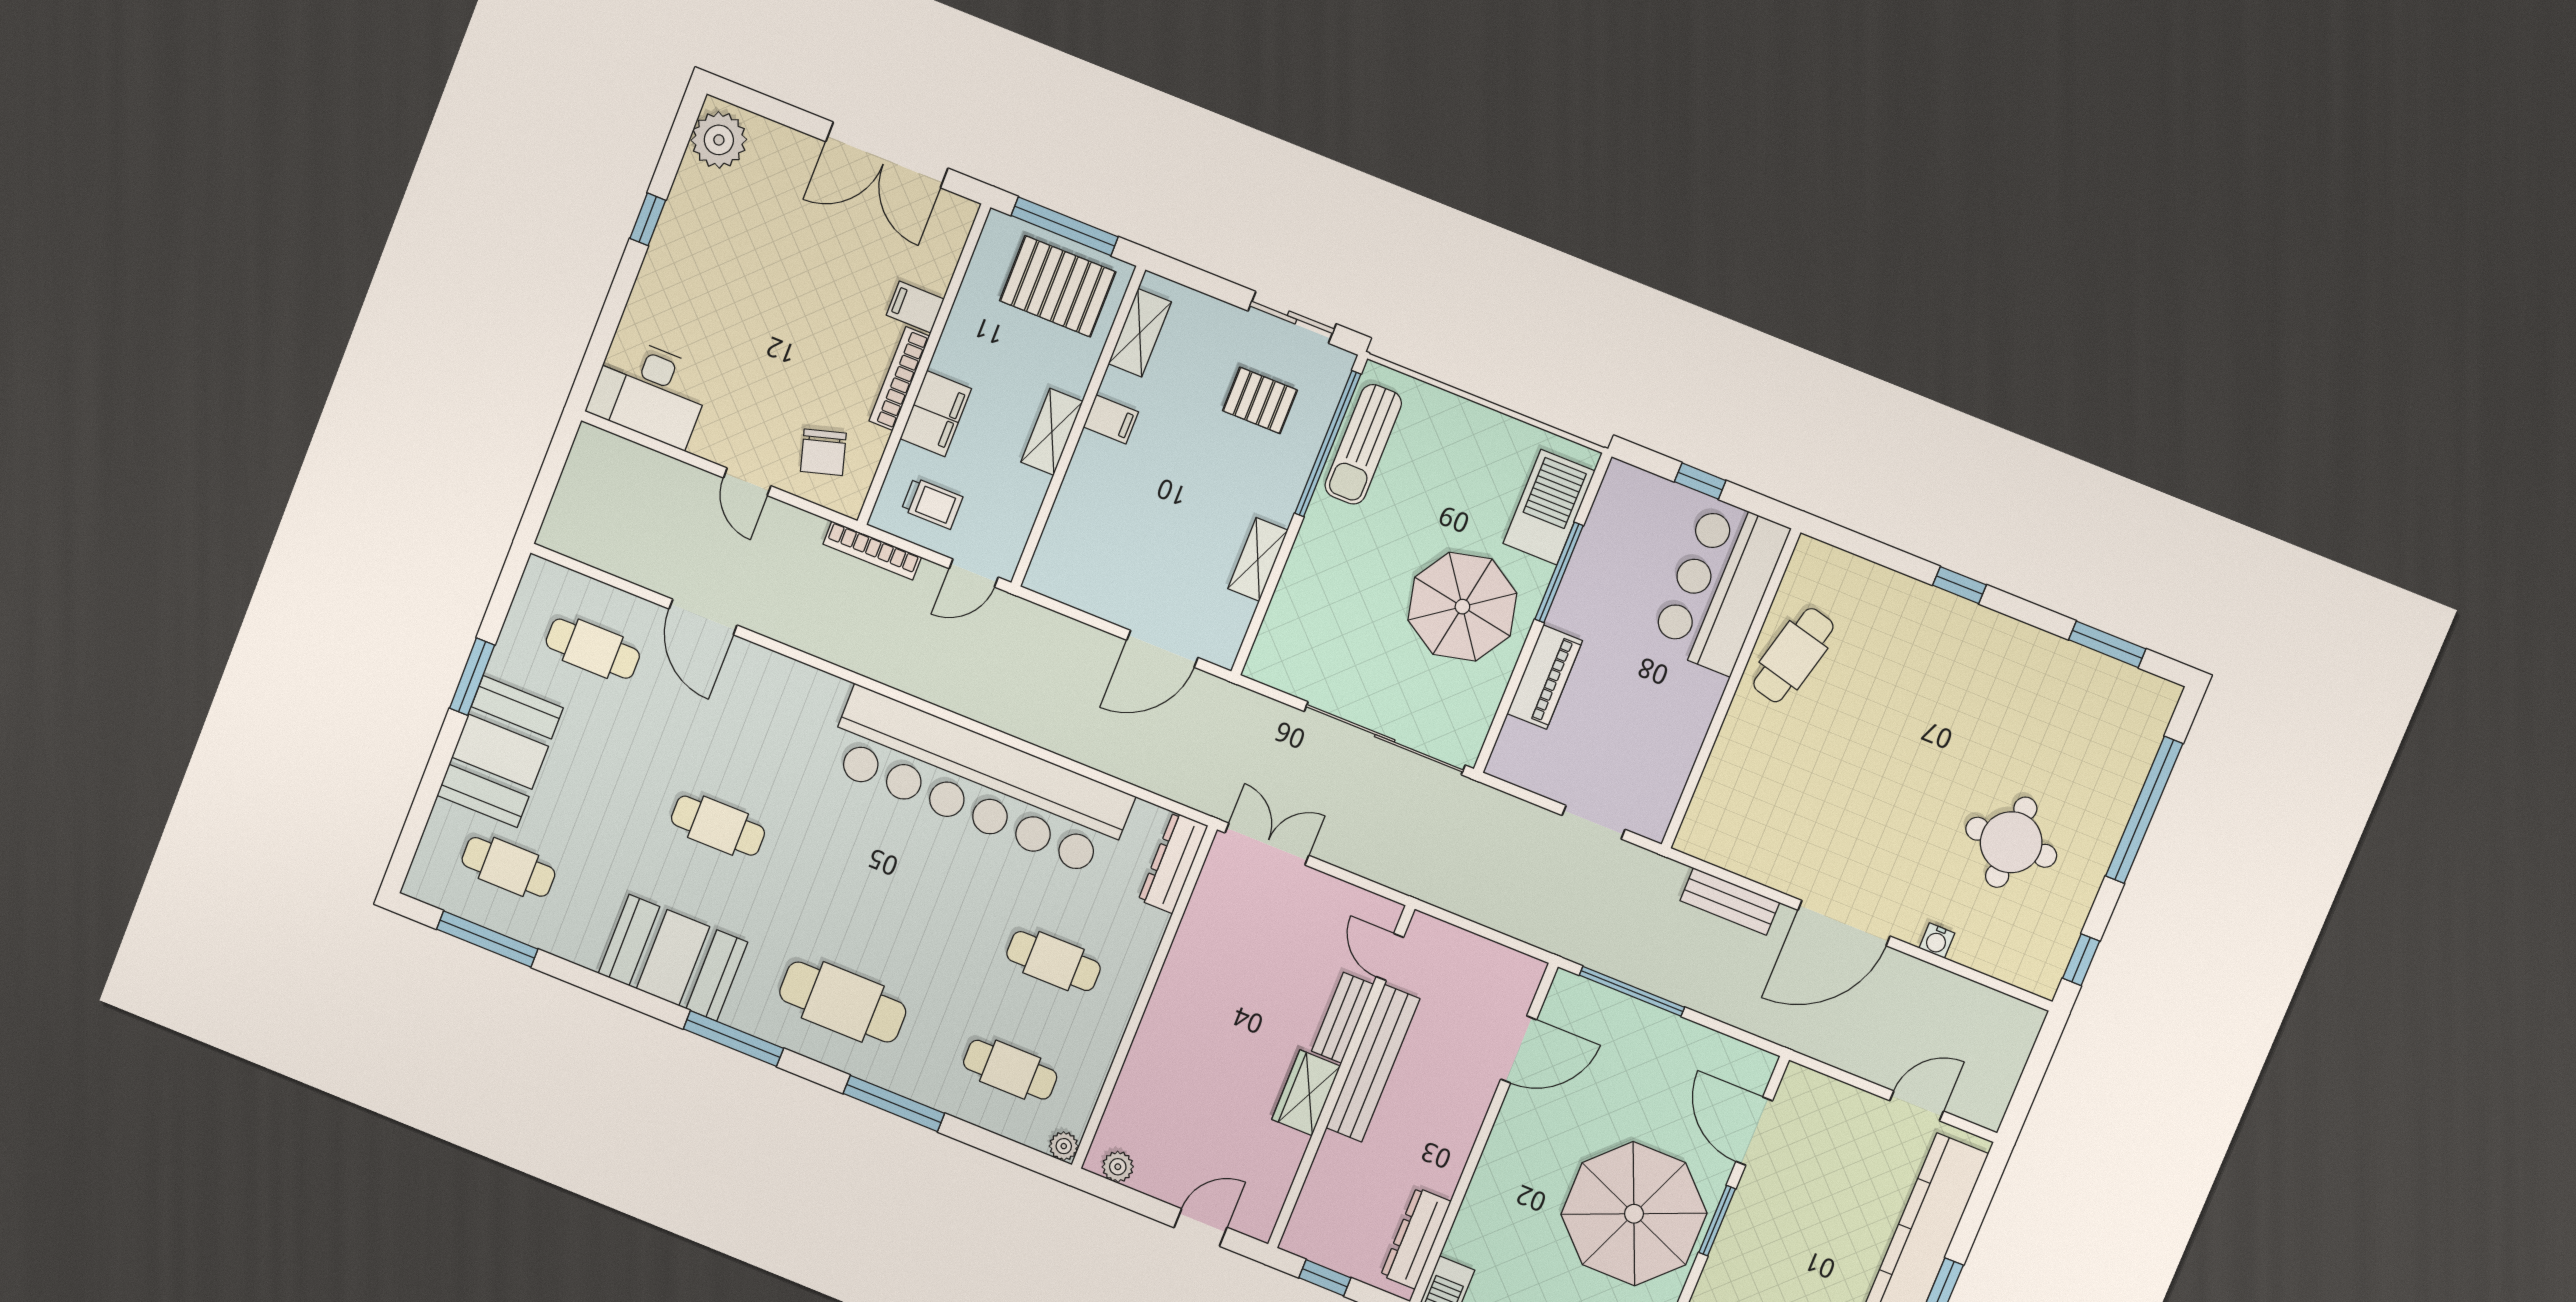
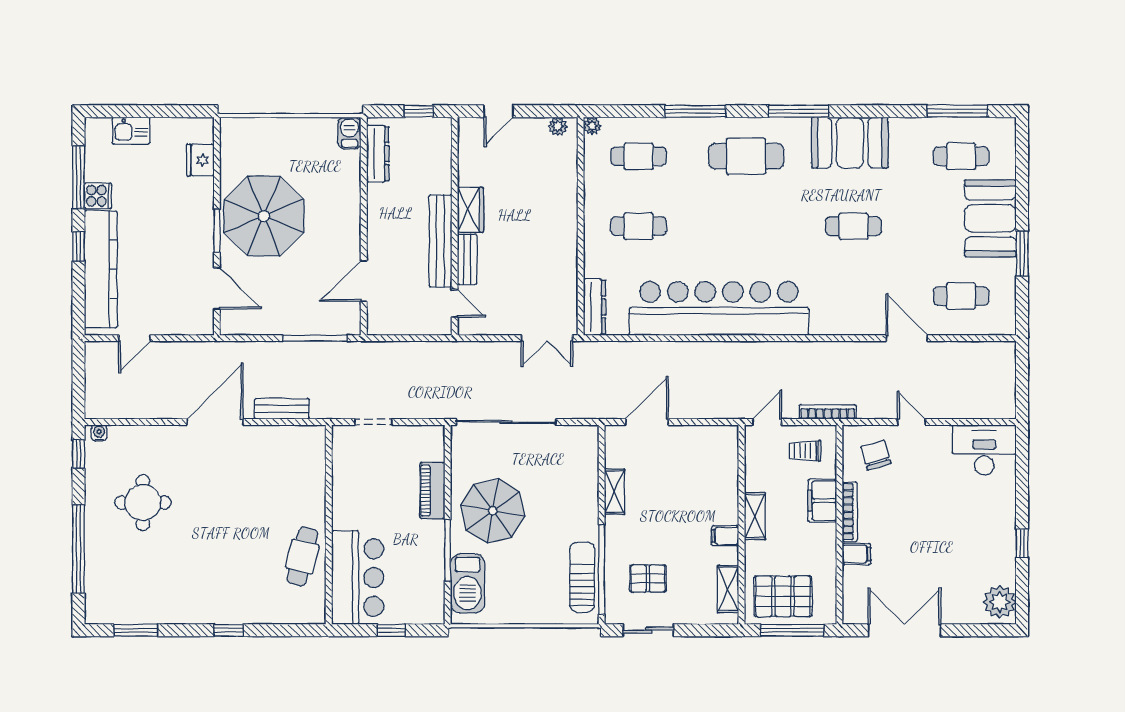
water cooler: (1937, 941) -> (99, 433), moved

